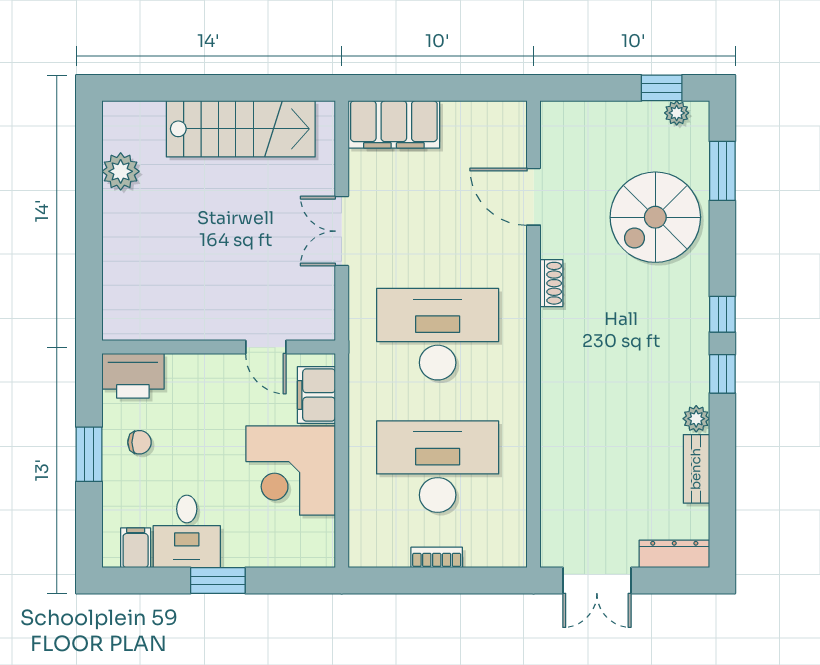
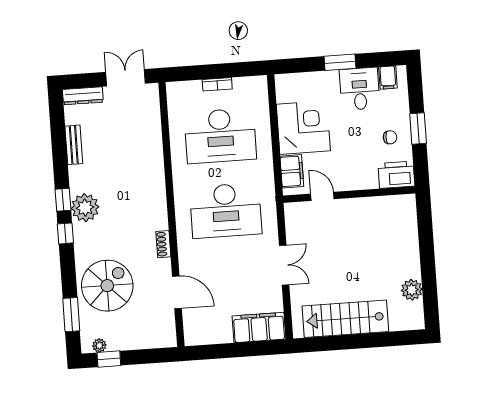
plant: (696, 419) -> (85, 208), moved, width x1.88, depth x1.88
chair: (139, 442) -> (390, 137), turned 180

